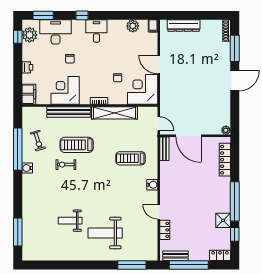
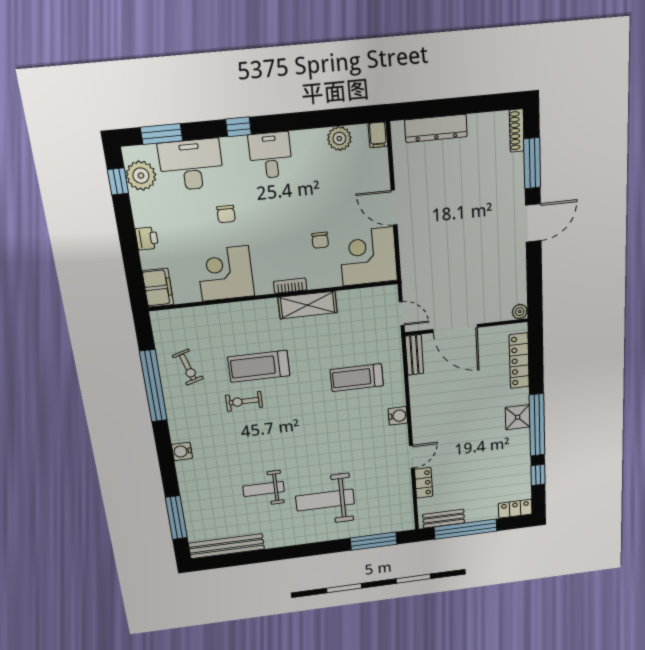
bench: (69, 112) -> (226, 546), moved
shelving: (115, 113) -> (308, 305), width x0.68
water cooler: (27, 168) -> (182, 451), moved
door: (159, 212) -> (412, 457), swing flipped
shower: (223, 220) -> (518, 417), moved

